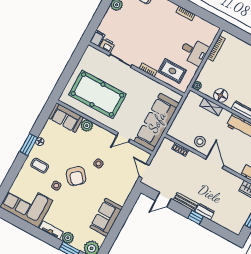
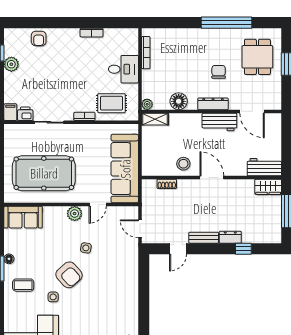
shelving: (211, 107) -> (155, 119), moved
plant: (87, 126) -> (75, 214), moved
sofa: (106, 217) -> (126, 302), removed
window: (196, 217) -> (243, 249), moved

